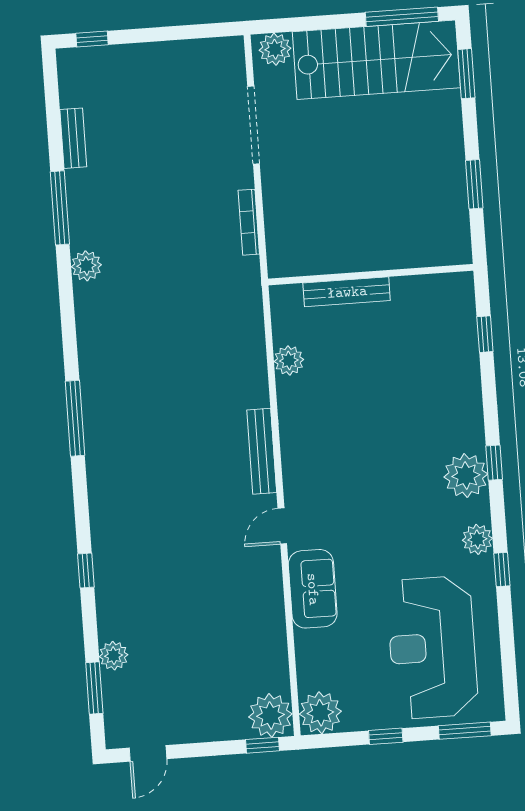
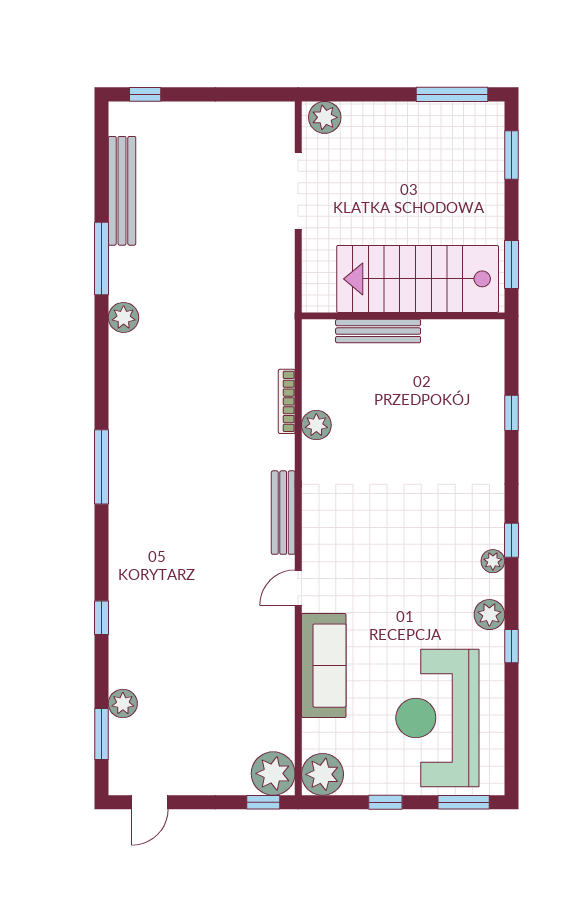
stairs: (376, 60) -> (418, 279), moved, turned 180
bench: (73, 138) -> (122, 191), width x1.86, depth x1.21
bookcase: (249, 222) -> (287, 401), moved
wall: (371, 275) -> (403, 316), moved
bench: (347, 292) -> (378, 331), moved
plant: (466, 476) -> (493, 561), width x0.53, depth x0.53
sofa: (313, 589) -> (324, 666), width x1.36

